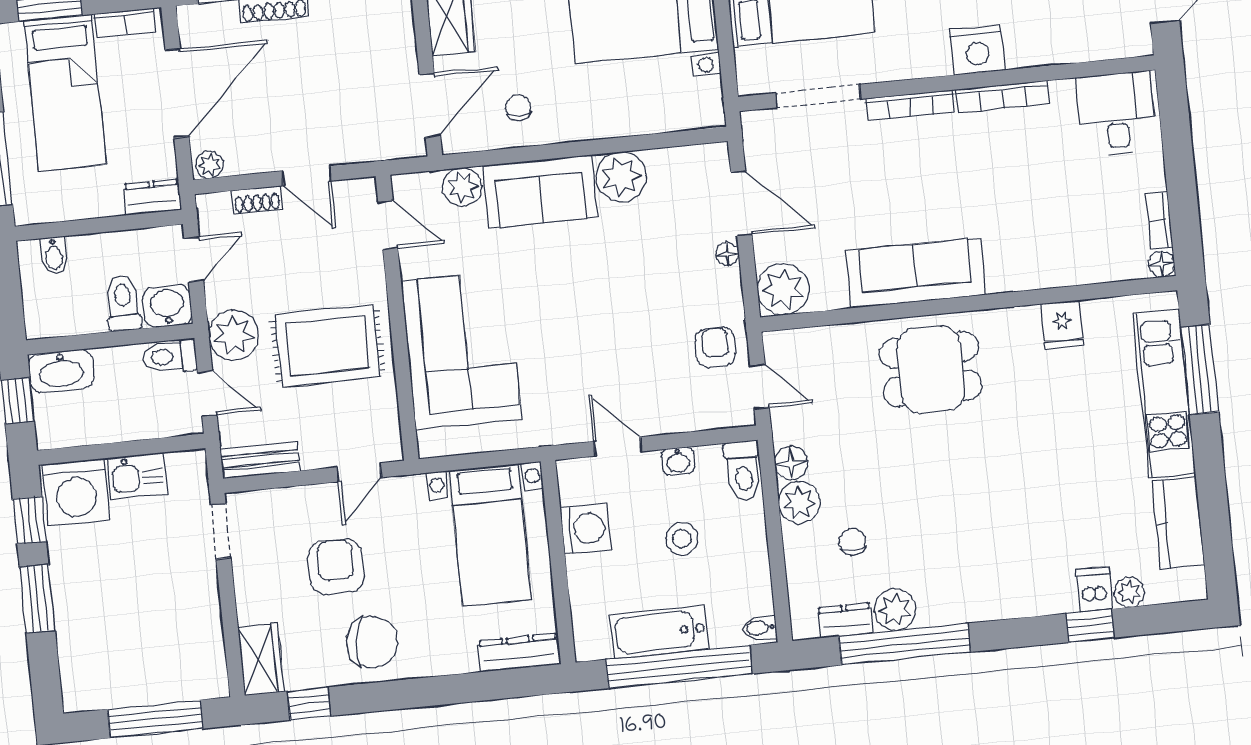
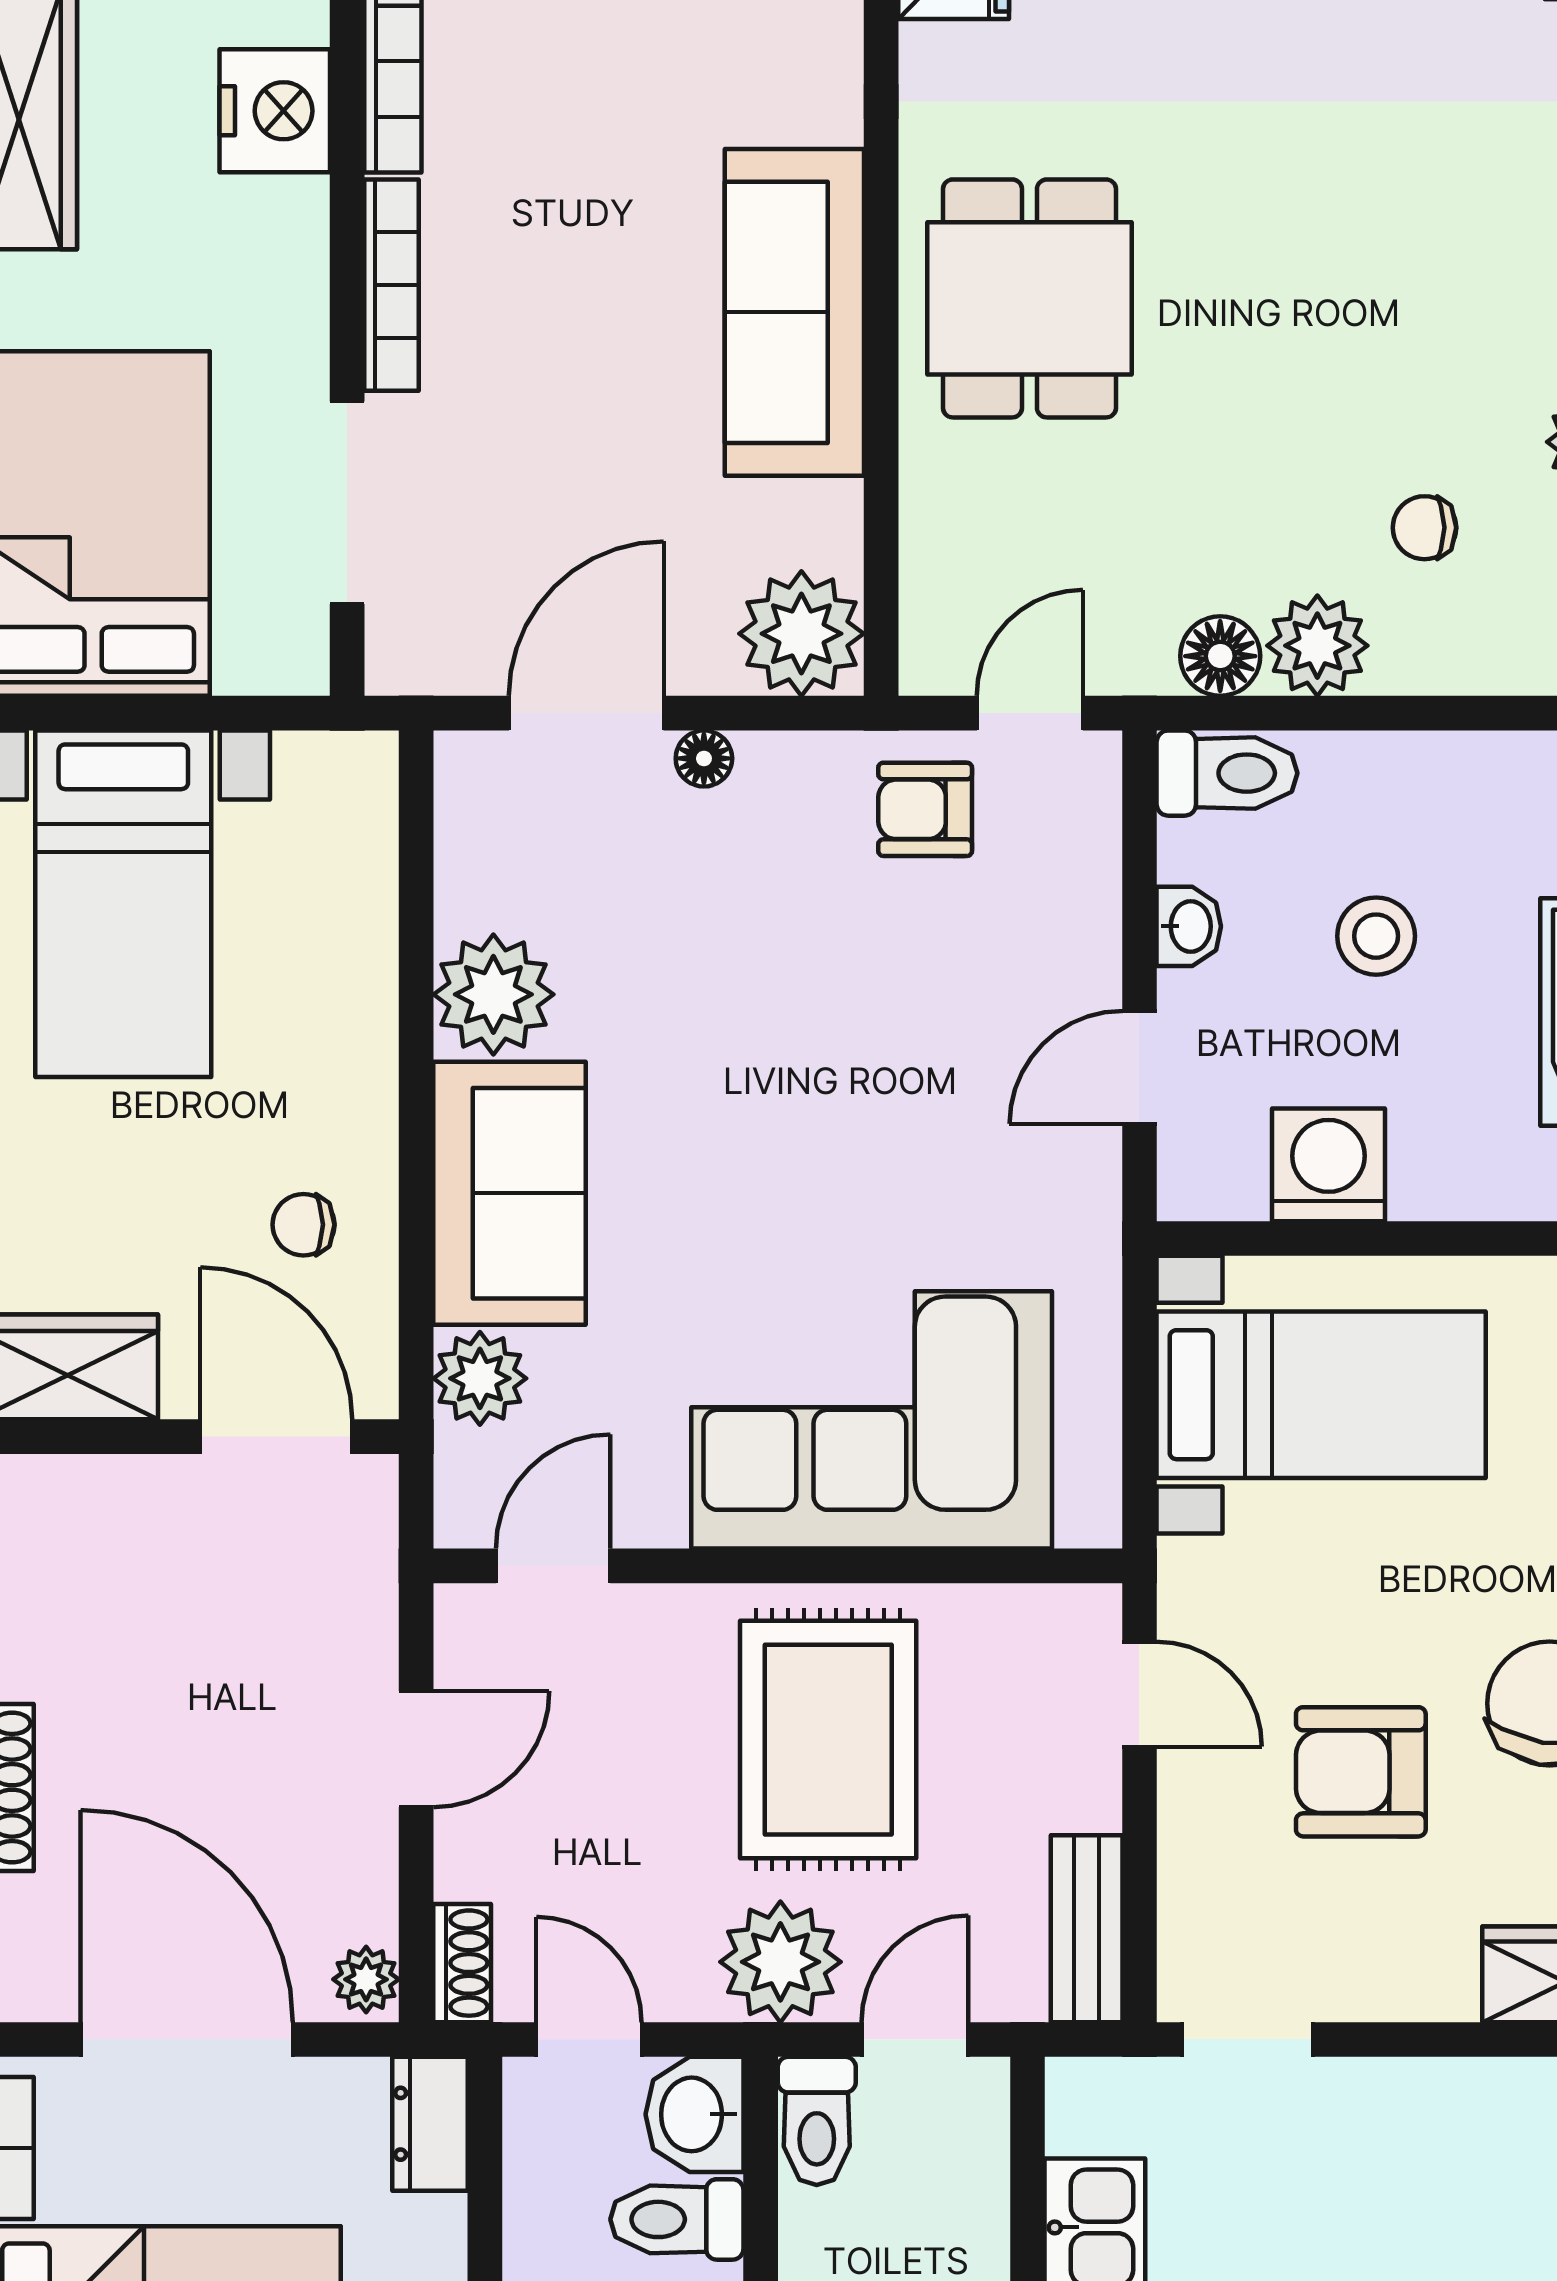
shoe rack: (257, 200) -> (462, 1963), moved

